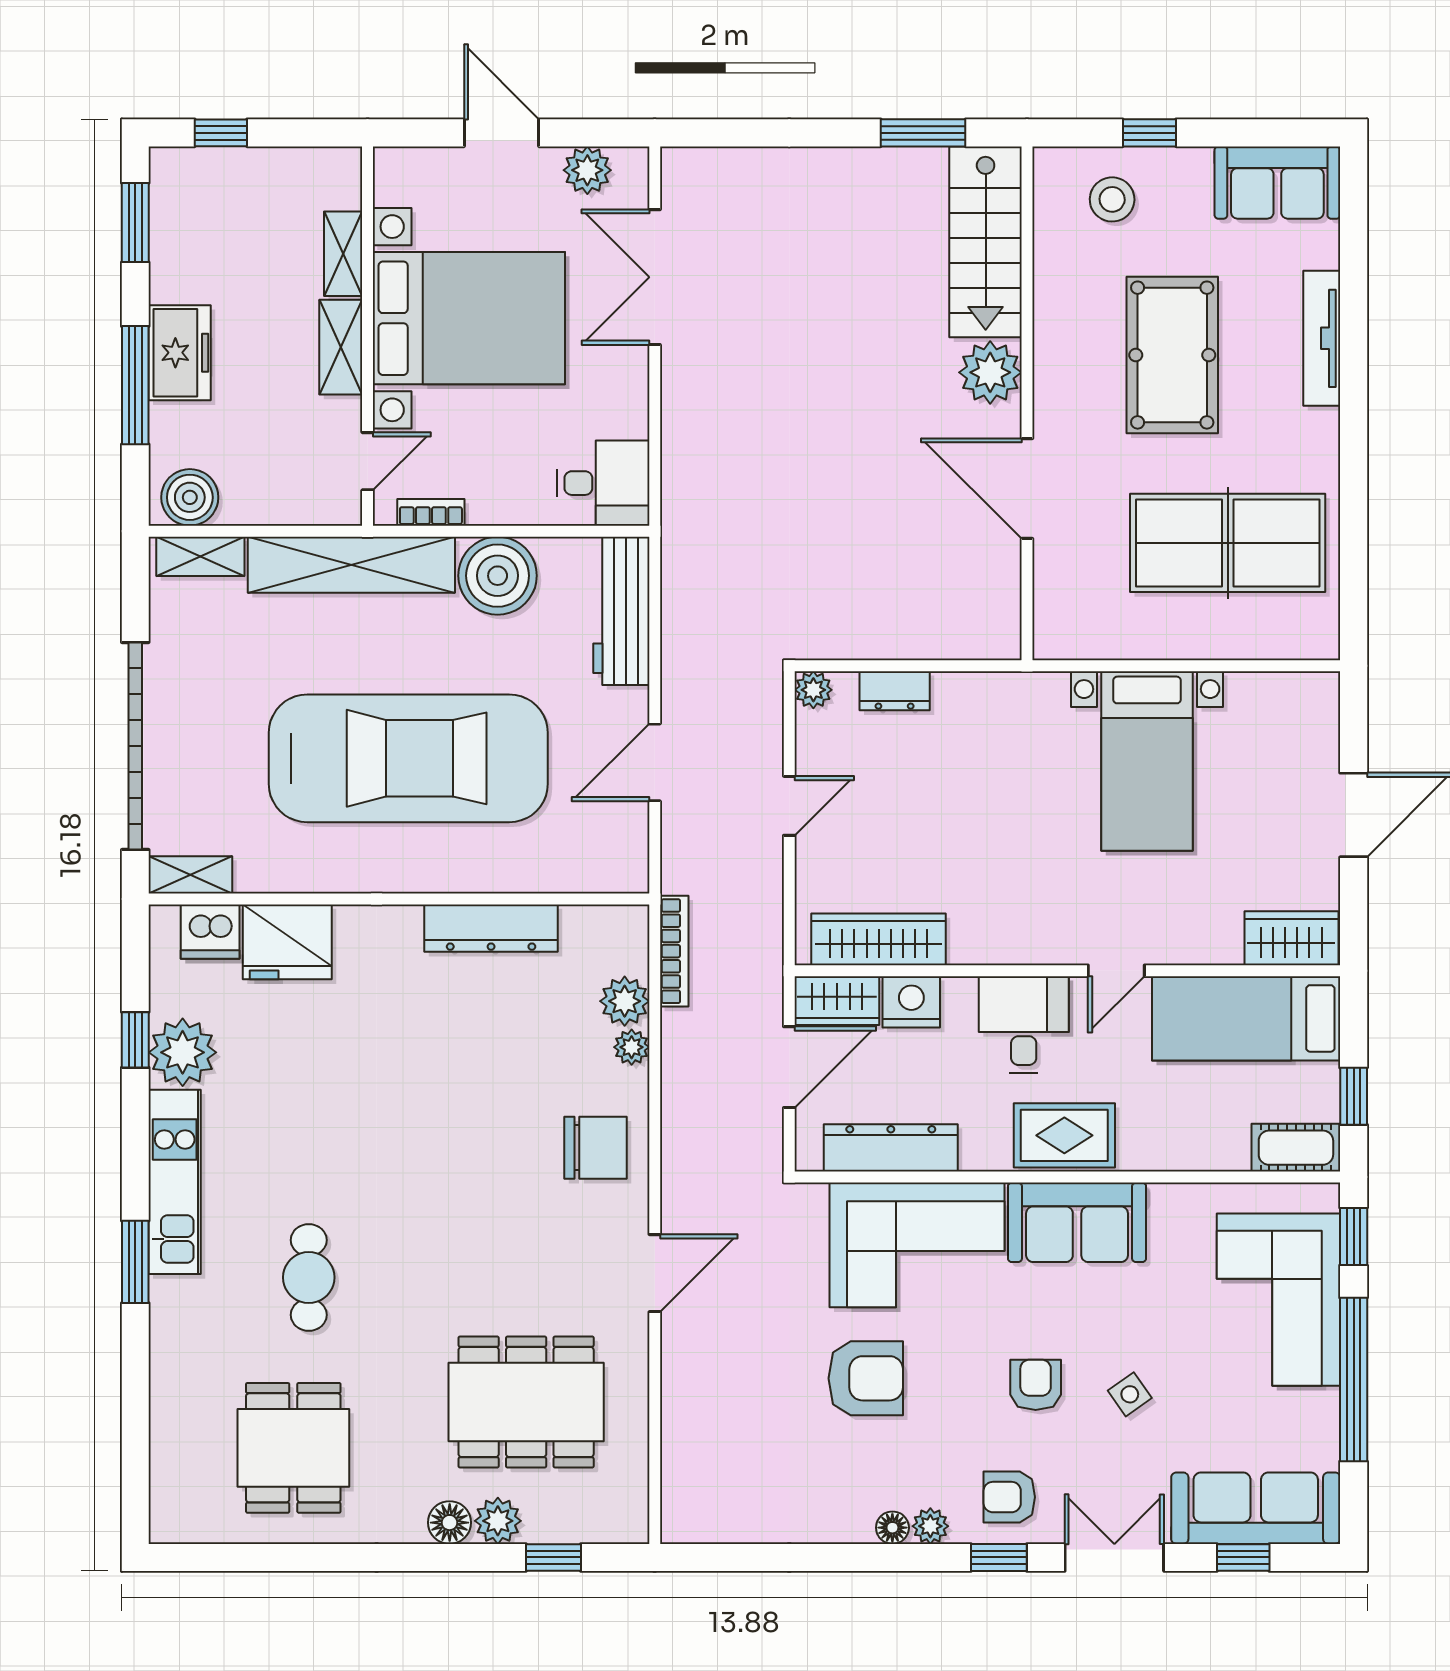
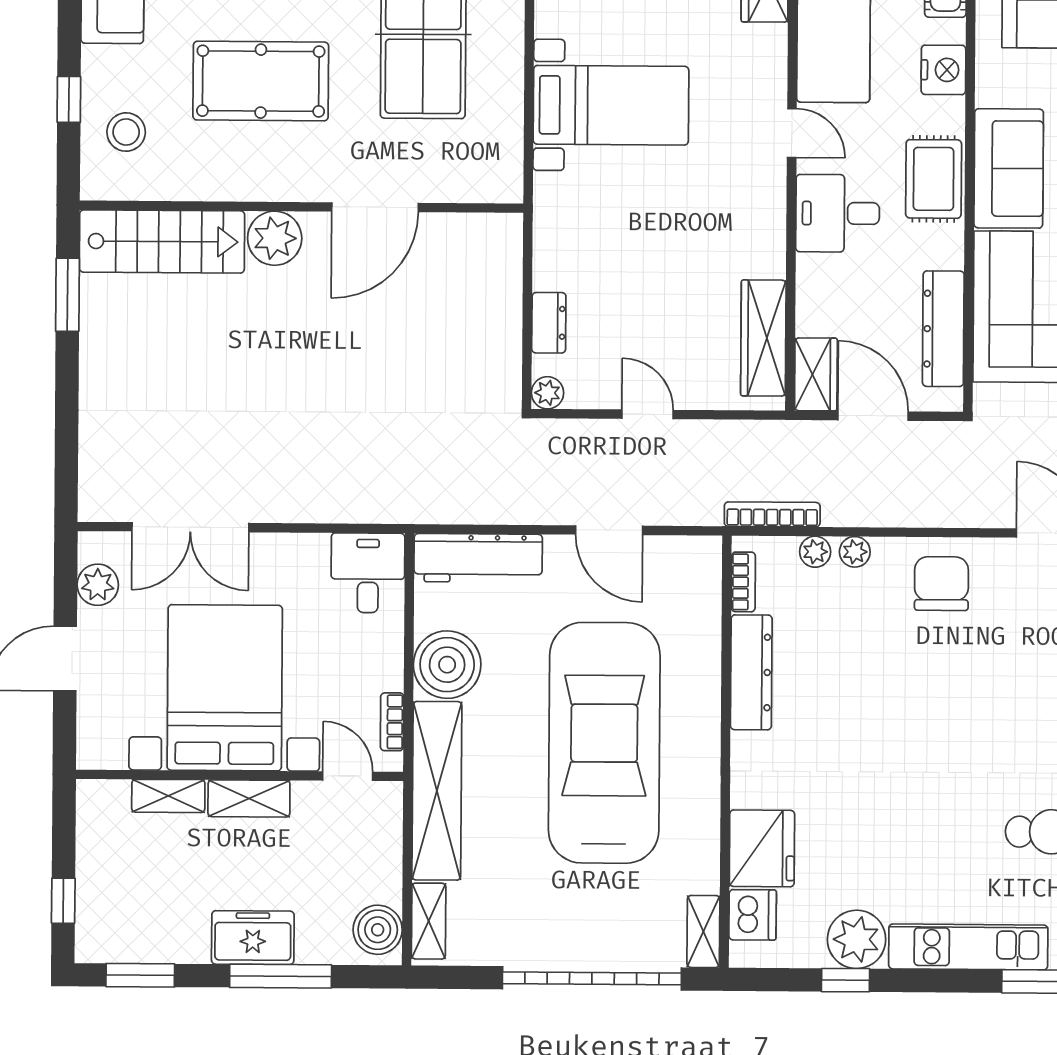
bookcase: (596, 918) -> (743, 582), added
plant: (625, 1001) -> (815, 552), width x0.73, depth x0.73
nightstand: (911, 1002) -> (943, 70), moved, turned 180

